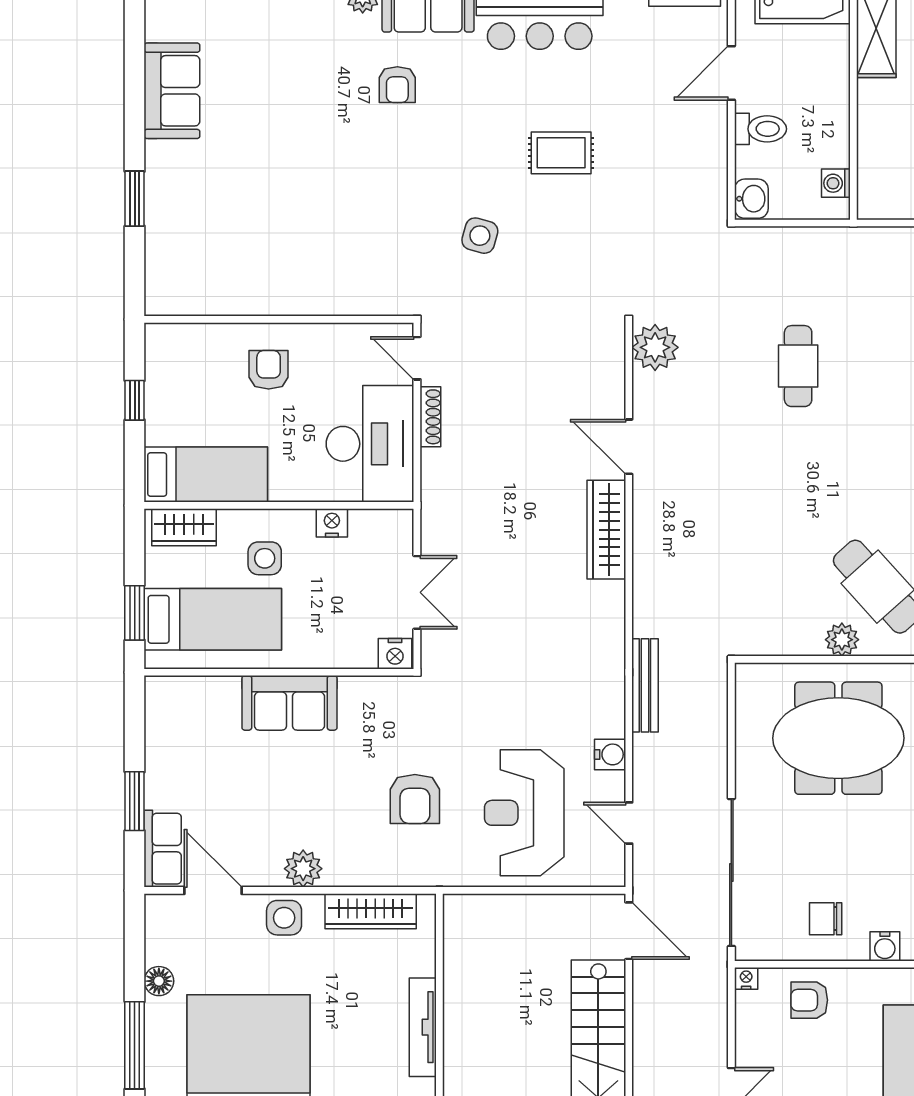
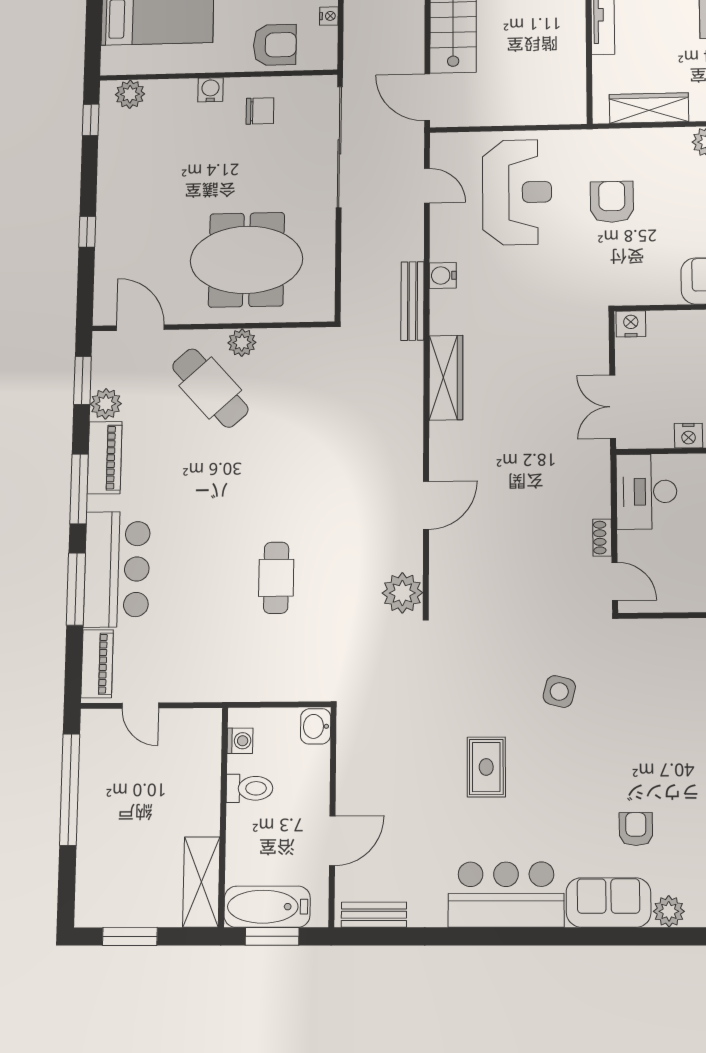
toilet: (760, 129) -> (250, 788), moved, turned 180
rug: (561, 153) -> (486, 767), turned 90
shoe rack: (430, 417) -> (602, 538), width x0.70
desk: (370, 444) -> (646, 492), width x0.73, depth x0.77
door: (629, 447) -> (426, 505), hinge flipped
wardrobe: (606, 530) -> (446, 378), moved
double door: (417, 592) -> (613, 407), moved
water cooler: (610, 754) -> (443, 275), moved
nightstand: (746, 978) -> (329, 16), moved, turned -90
armchair: (809, 1000) -> (275, 45), width x1.38, depth x1.38

